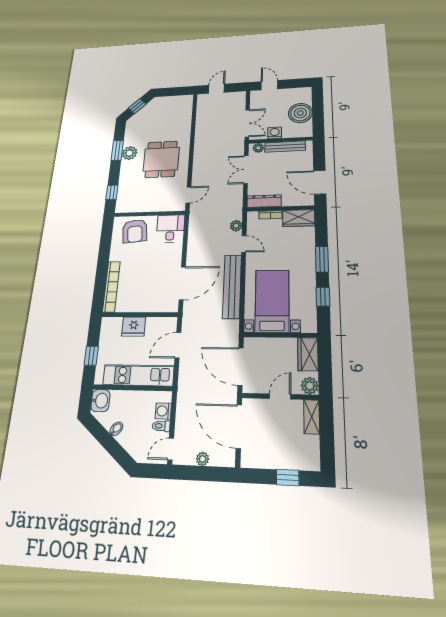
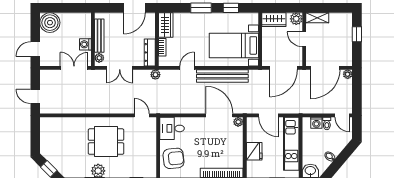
boiler: (300, 113) -> (50, 23), moved
plant: (236, 226) -> (155, 75), moved
plant: (172, 306) -> (238, 122), added
plant: (203, 459) -> (348, 74), moved

